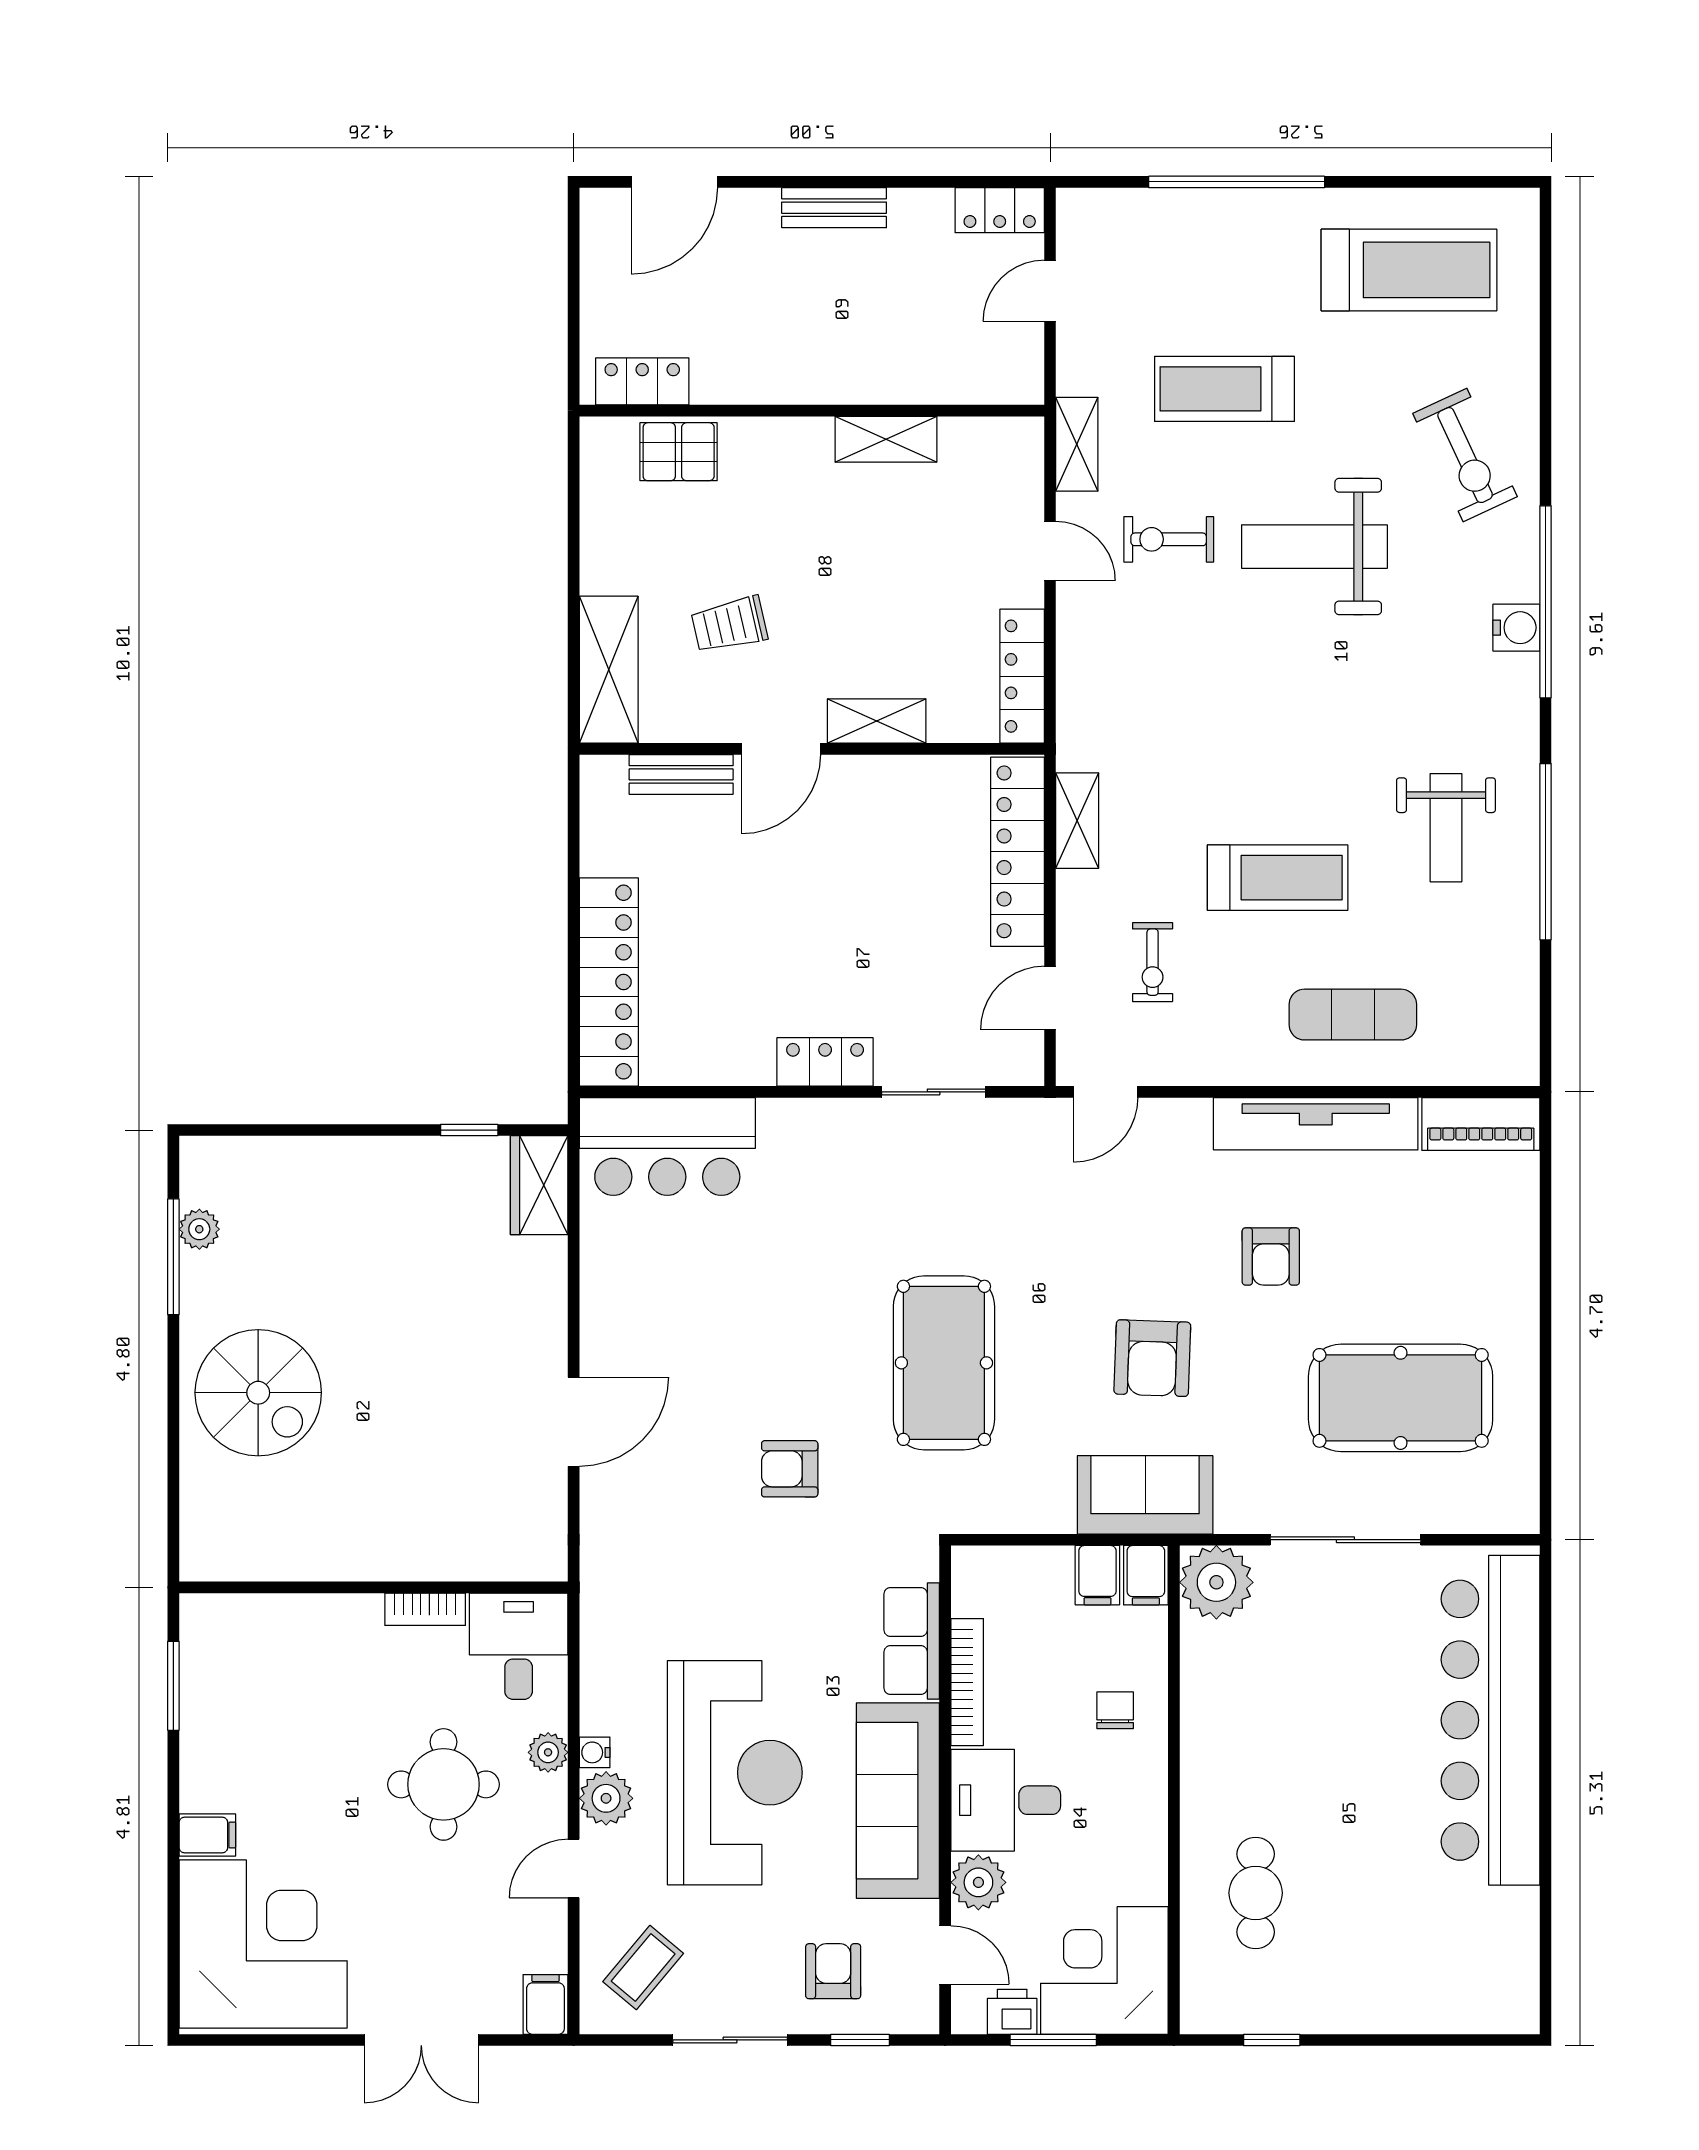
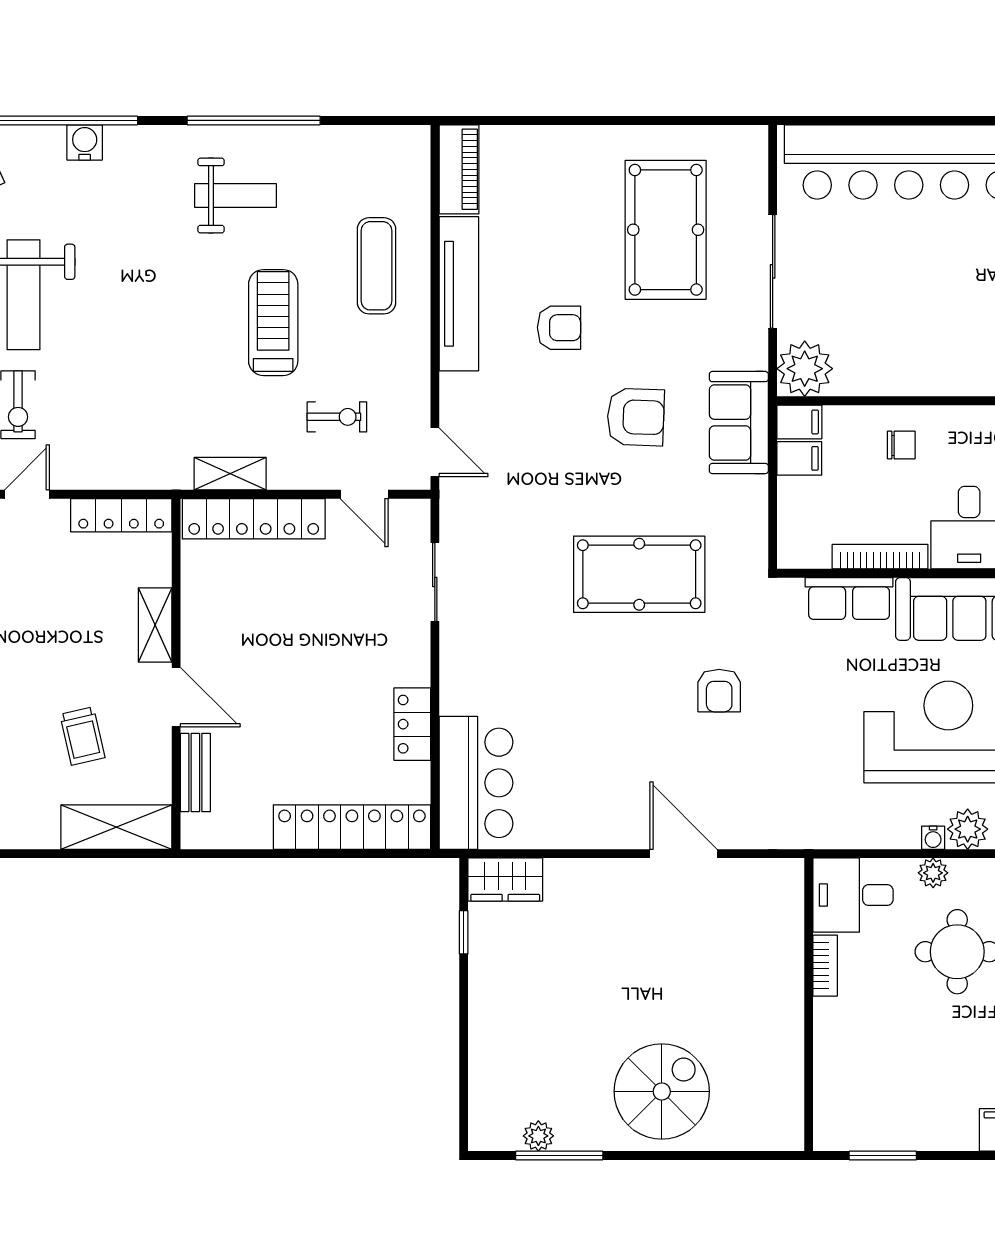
locker: (825, 1062) -> (412, 724), moved
chair: (1115, 1710) -> (901, 445), turned 180

